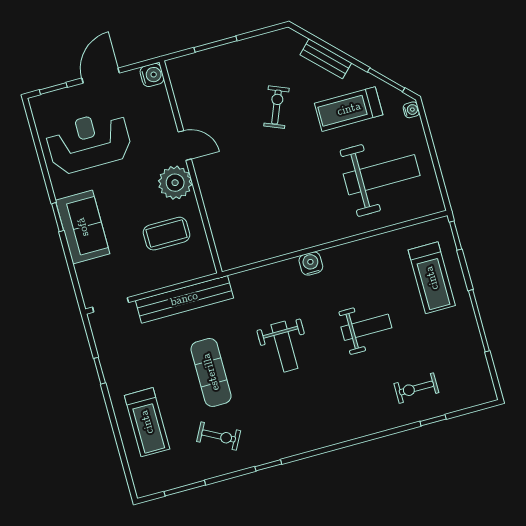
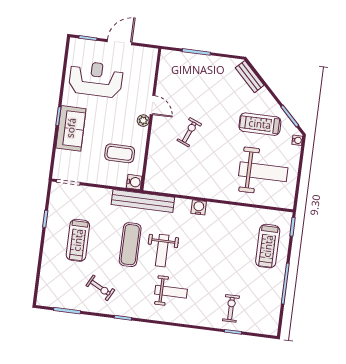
bench: (326, 59) -> (250, 77), moved
water cooler: (152, 75) -> (134, 182), moved
exercise bike: (276, 107) -> (189, 132), moved
plant: (175, 183) -> (143, 121), width x0.53, depth x0.53
bench: (184, 299) -> (143, 201), moved
weight bench: (366, 327) -> (171, 292), moved
exercise mat: (211, 372) -> (130, 245), moved
exercise bike: (416, 388) -> (231, 308), turned 90
treadmill: (147, 422) -> (78, 240), moved

